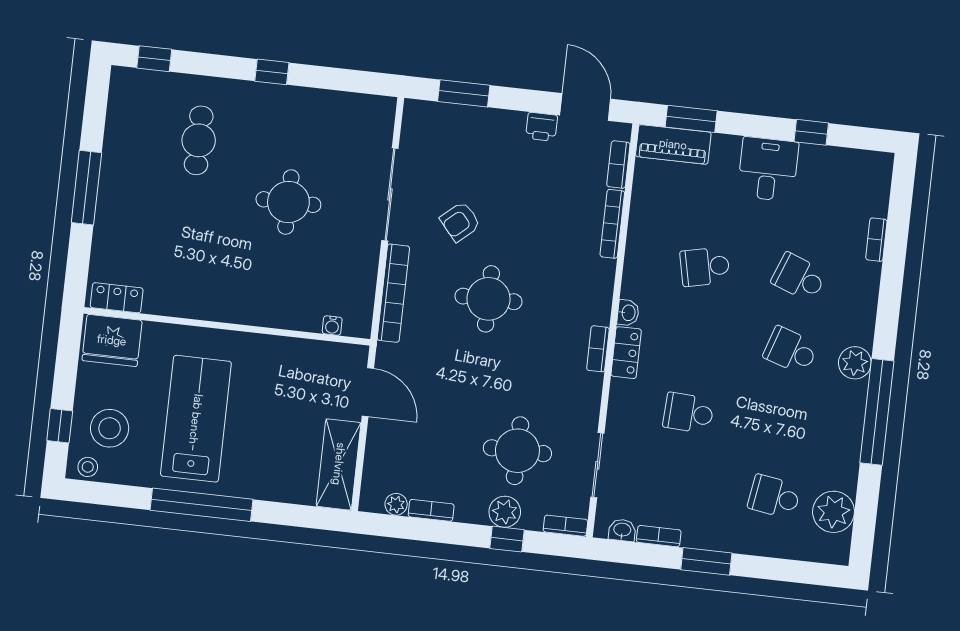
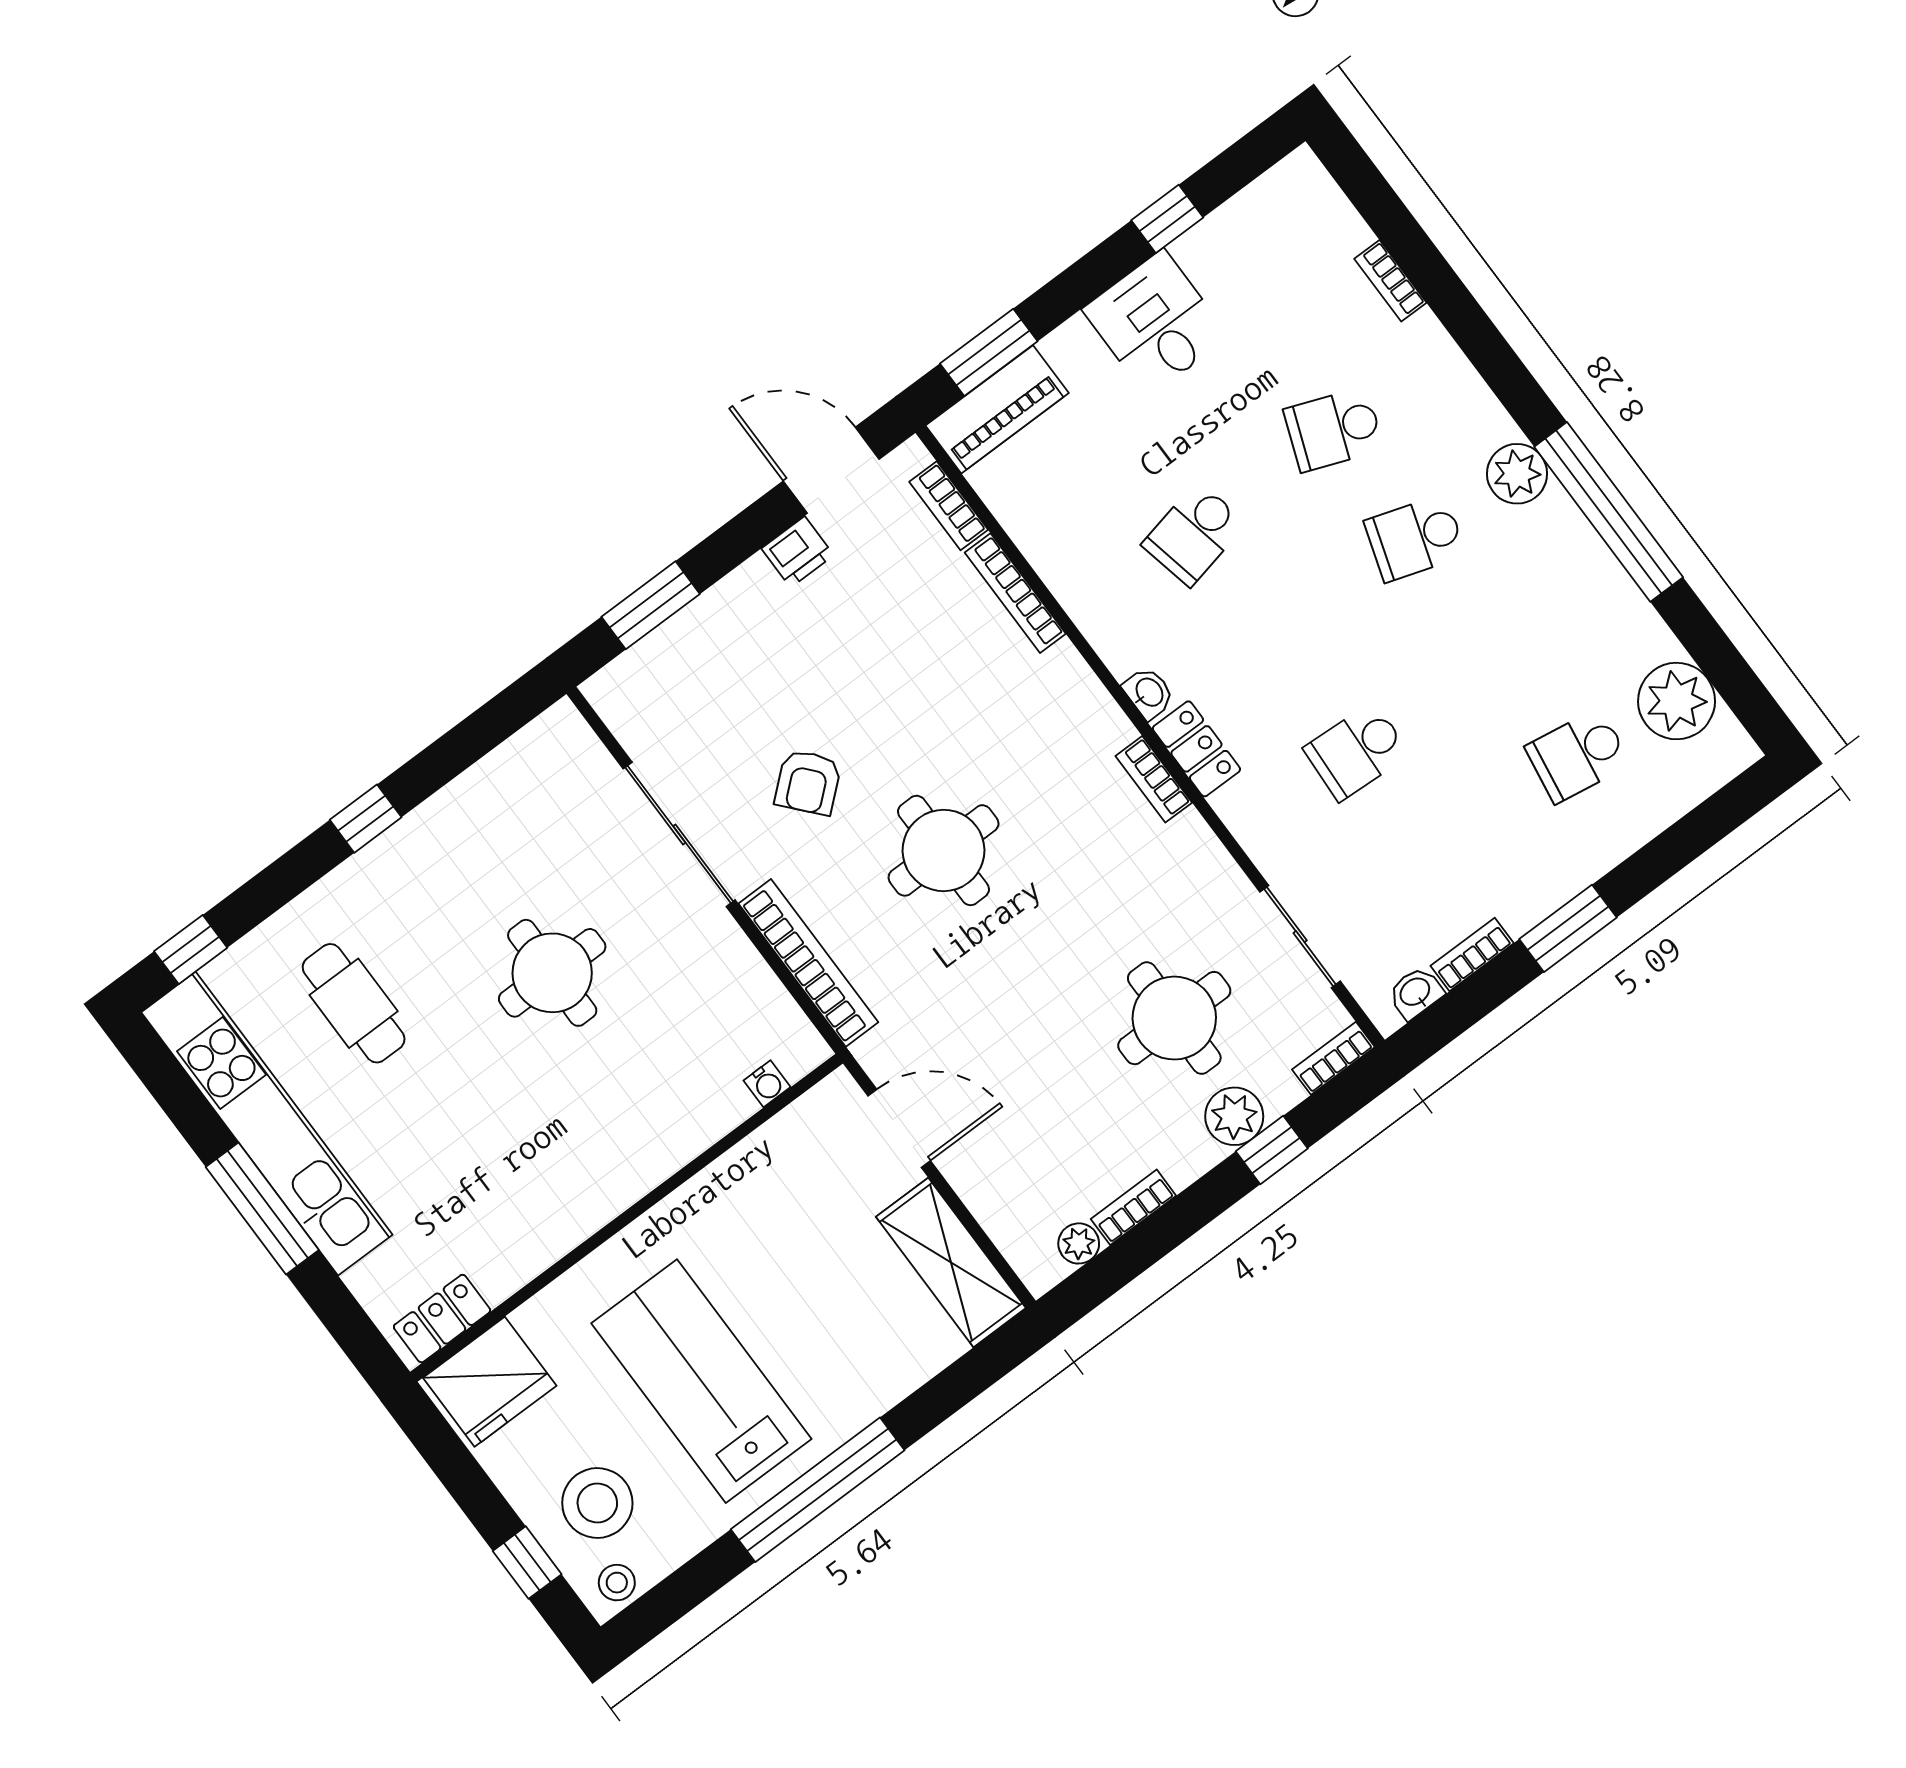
kitchen unit: (120, 156) -> (267, 1124), added

